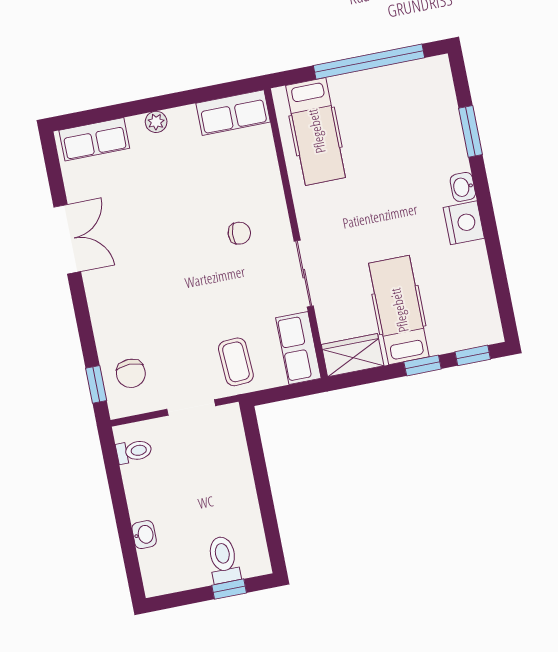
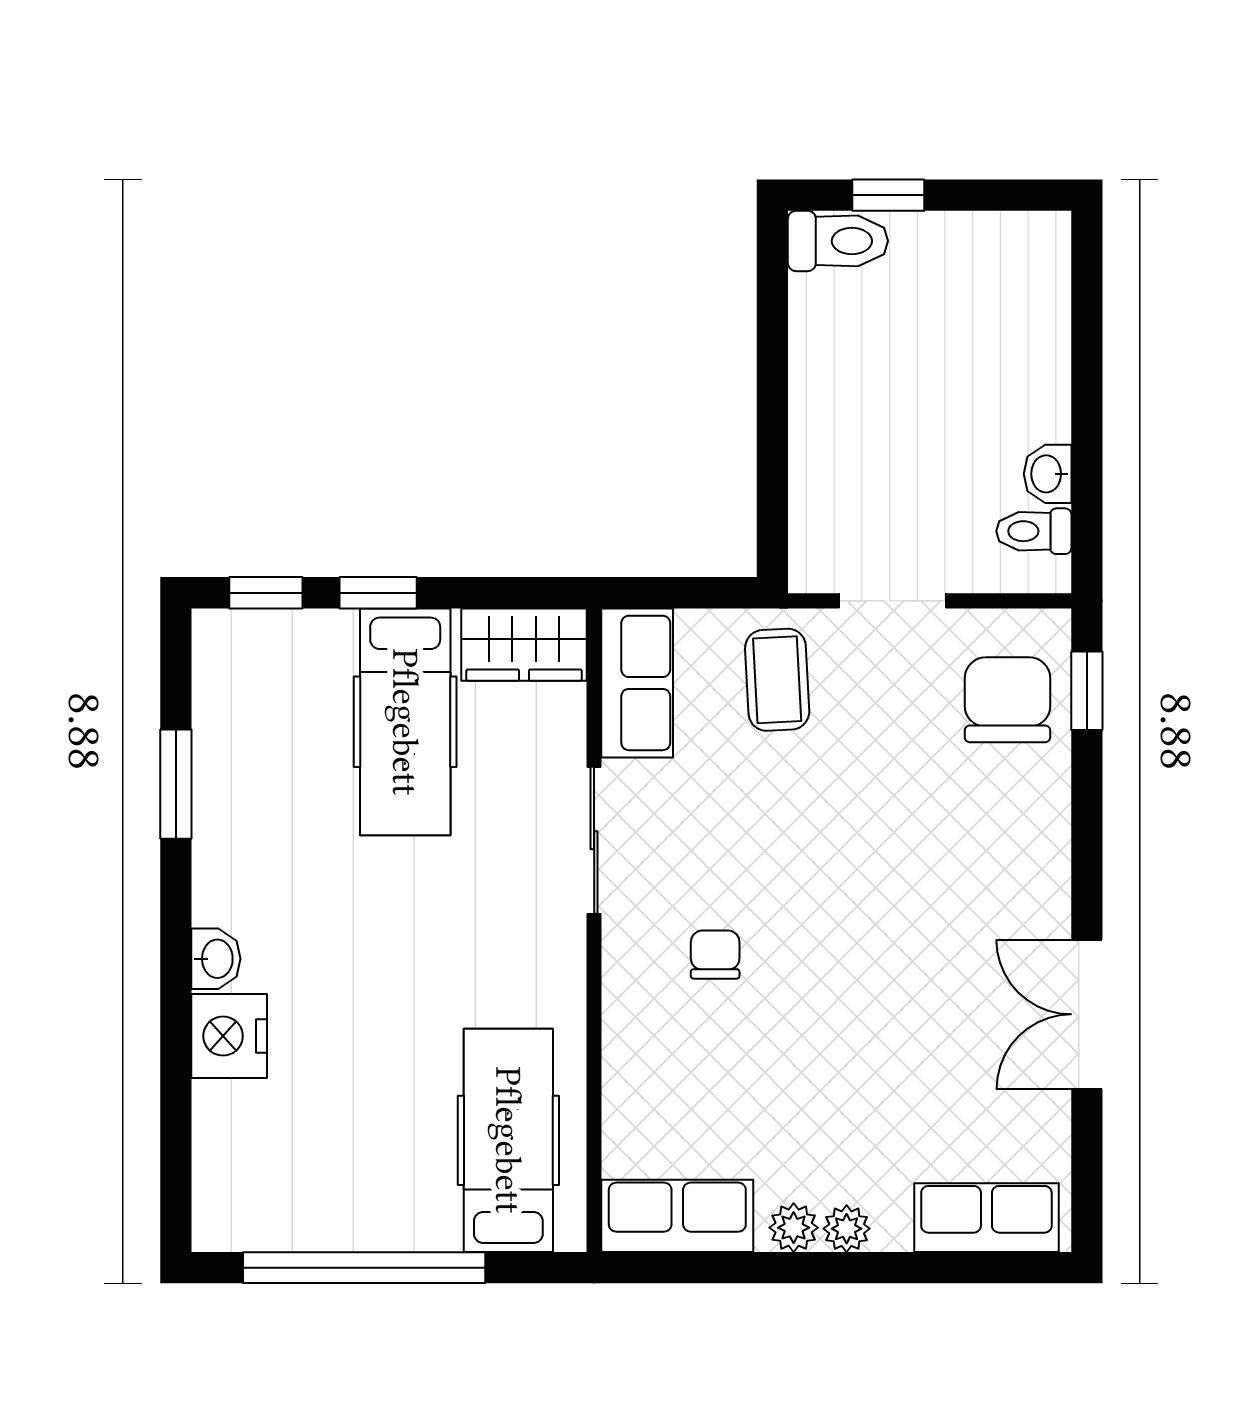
plant: (180, 118) -> (794, 1228), added
window: (470, 131) -> (176, 784), moved
nightstand: (464, 223) -> (229, 1036), moved
chair: (239, 233) -> (715, 955), turned 86
chair: (131, 373) -> (1007, 700), width x1.37, depth x1.37
washbasin: (144, 535) -> (1048, 474), moved
toilet: (224, 560) -> (838, 241), moved, turned -90

